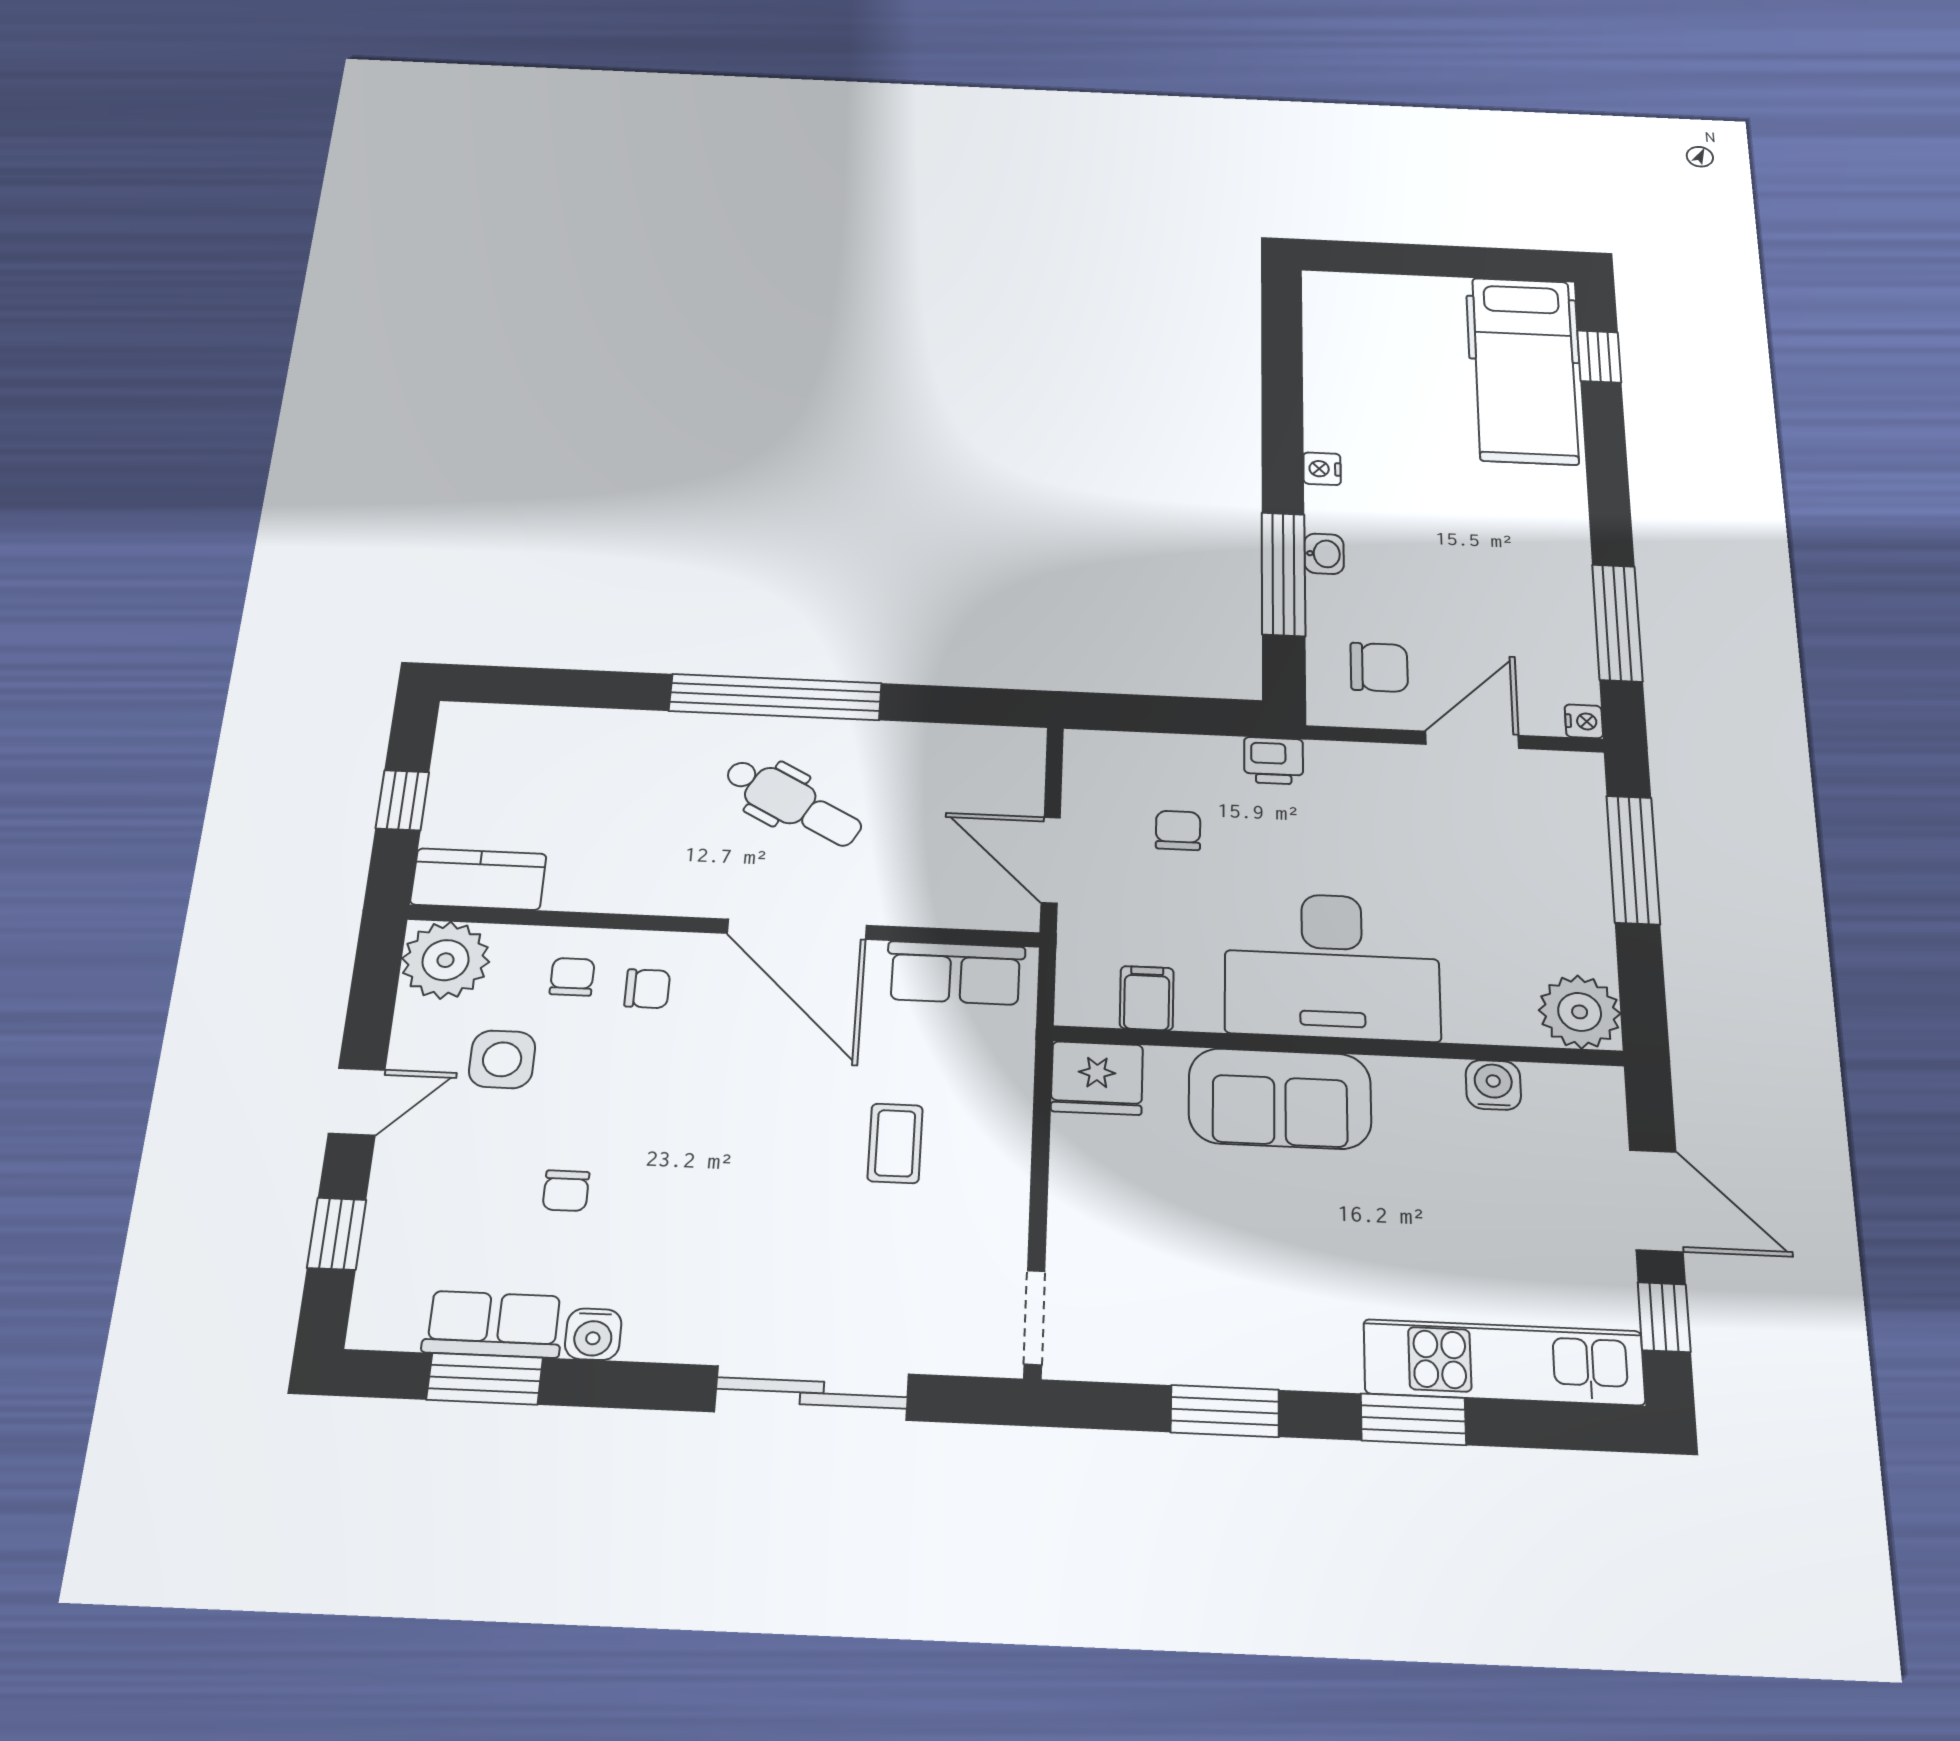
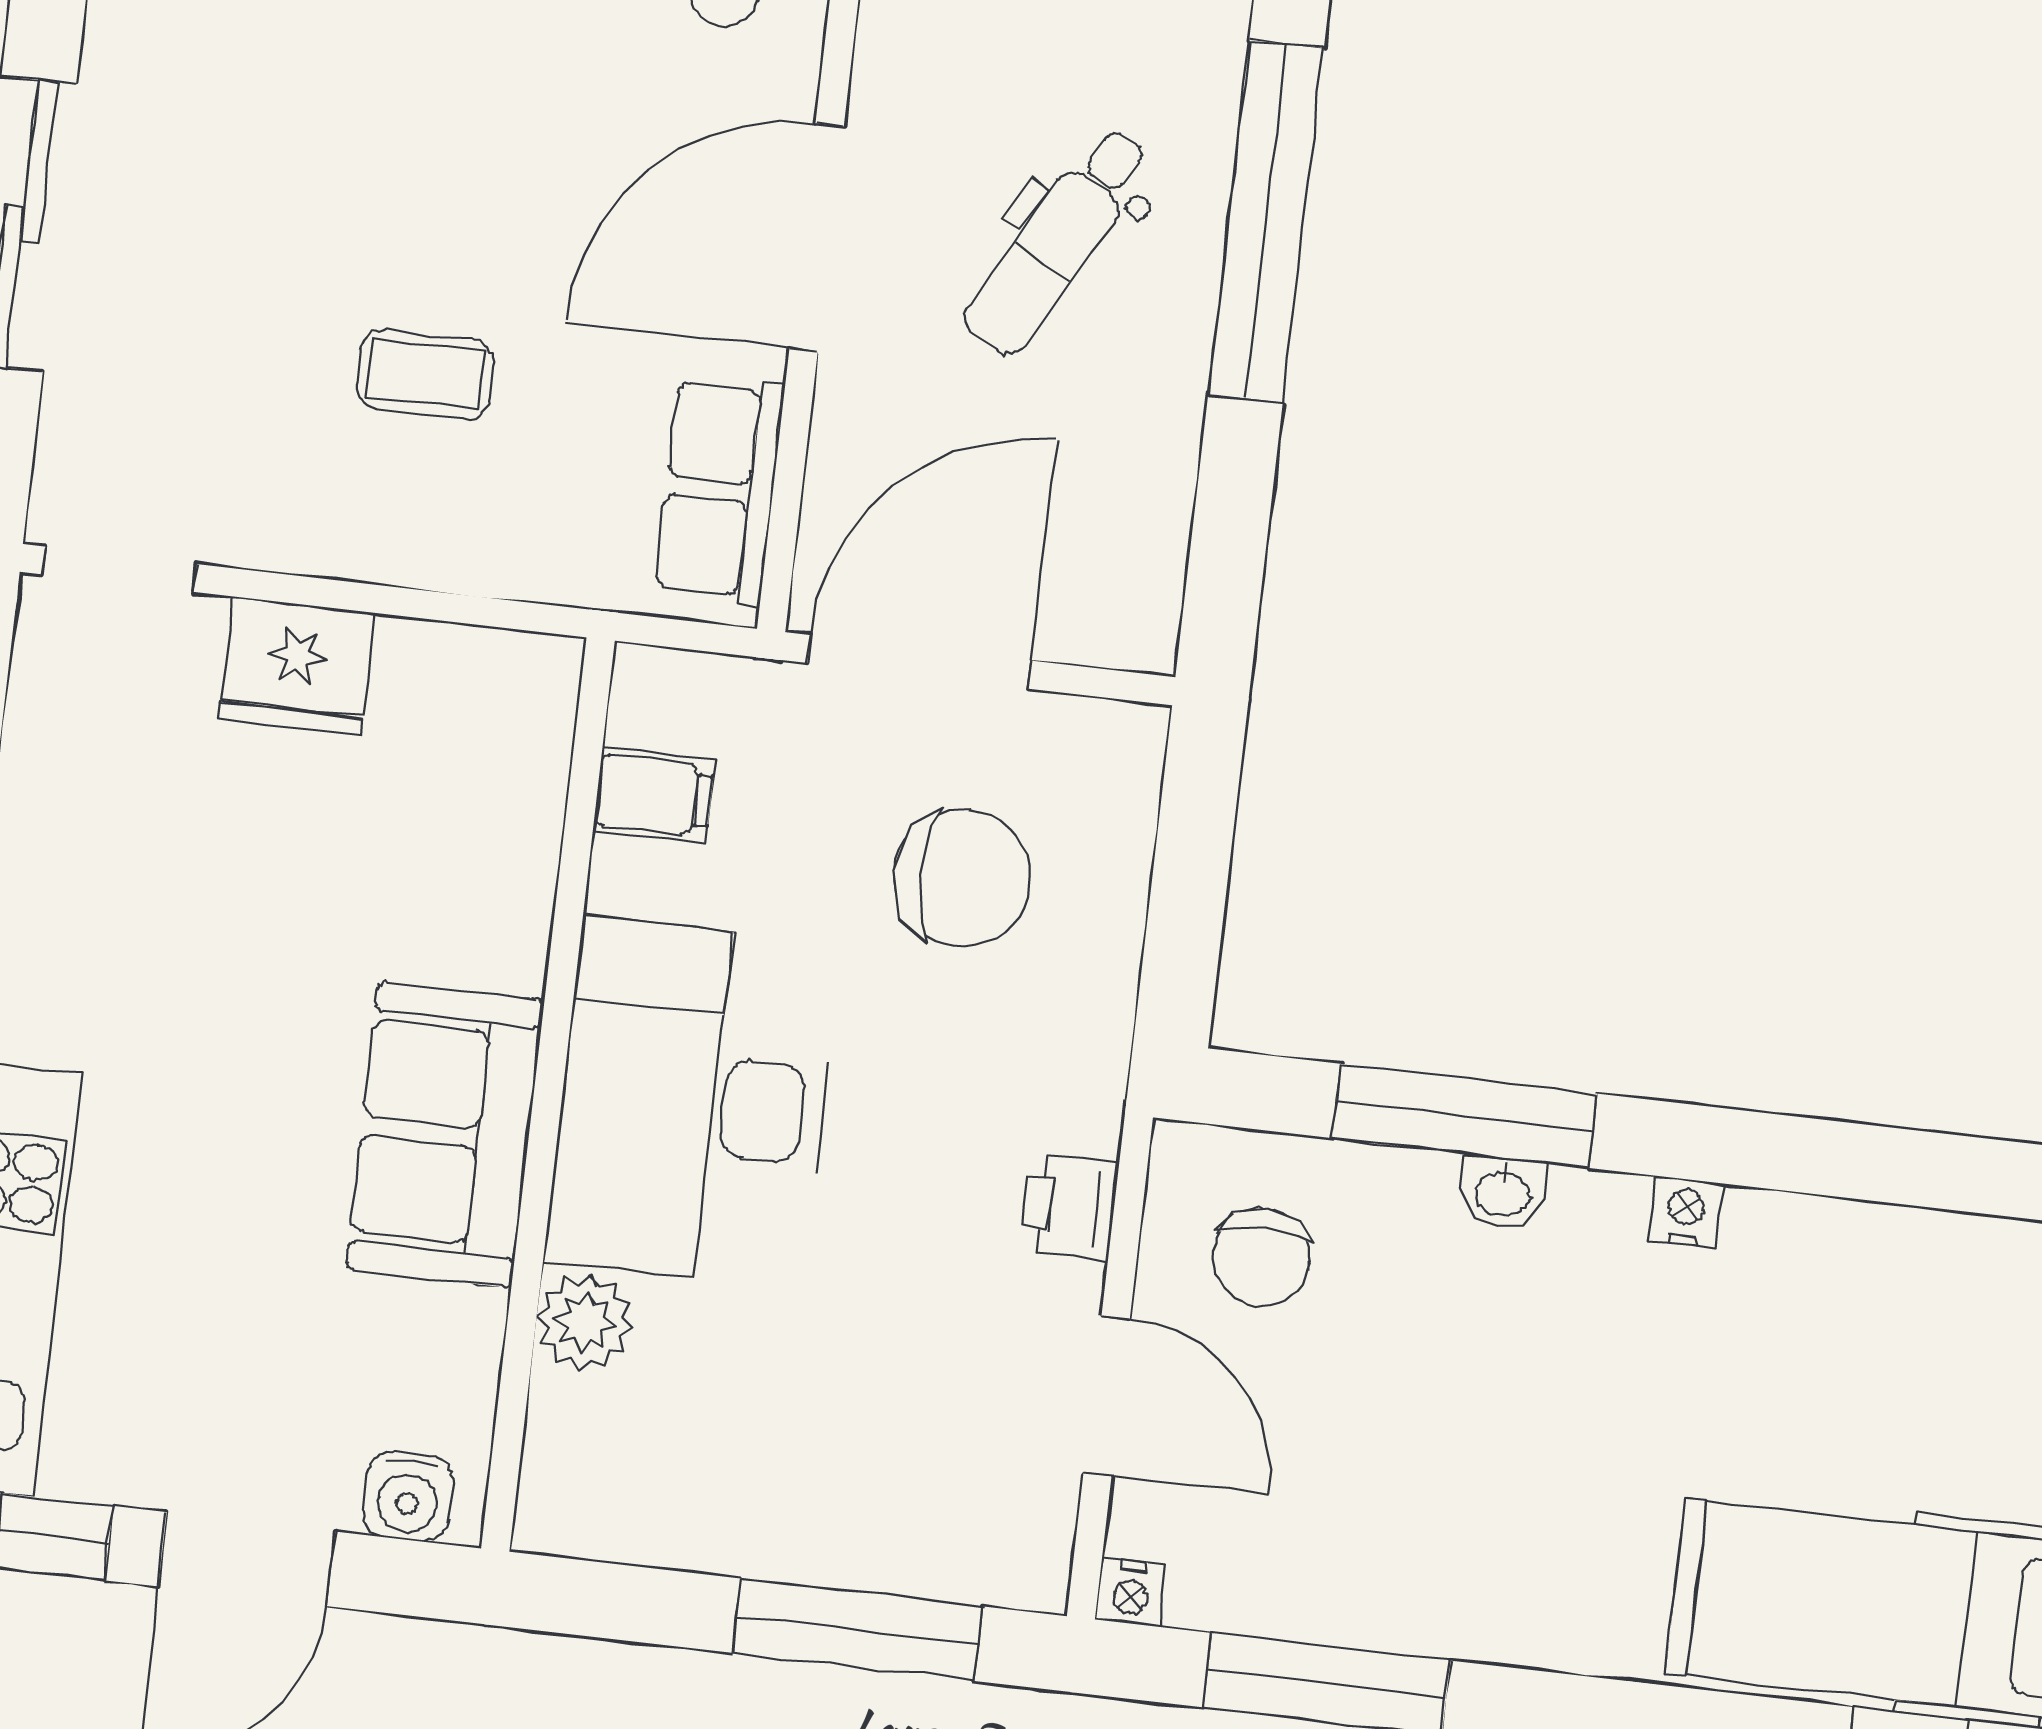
printer: (1274, 761) -> (1069, 1207), moved
chair: (1178, 830) -> (962, 878), width x1.87, depth x1.87
door: (1051, 860) -> (919, 662), width x1.36
plant: (1580, 1012) -> (585, 1322), moved, width x0.73, depth x0.73
fridge: (1097, 1078) -> (297, 666), moved, turned -90
water cooler: (1493, 1085) -> (408, 1496), moved, turned 90
sofa: (1280, 1099) -> (445, 1135), moved

